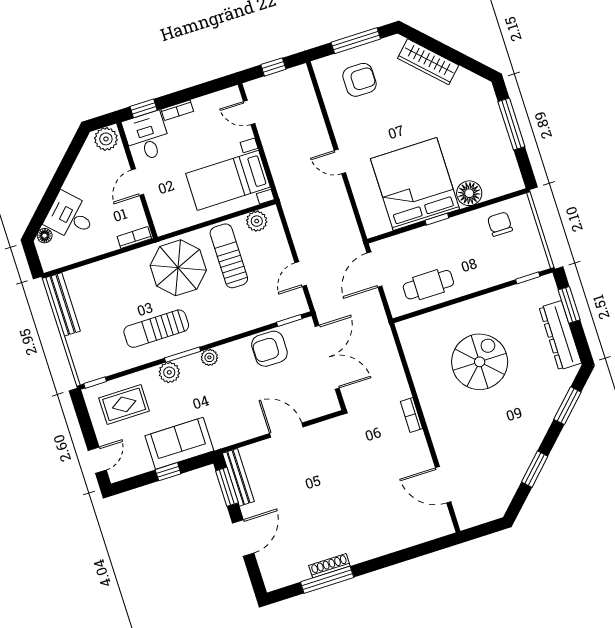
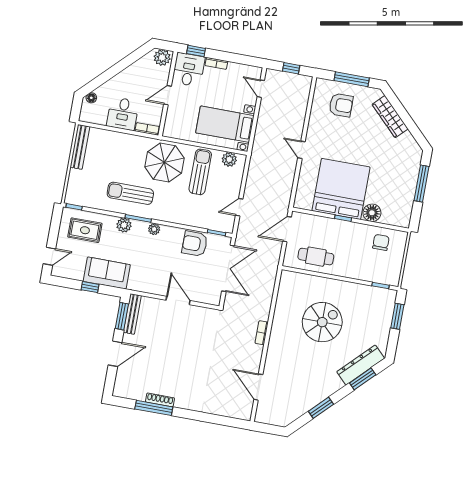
desk: (70, 217) -> (123, 114), moved, turned -135
dresser: (560, 335) -> (361, 365), moved, turned 45

